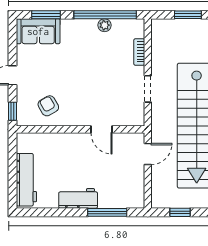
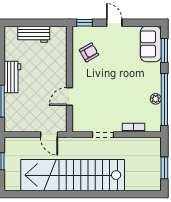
workbench: (26, 180) -> (34, 34), width x0.73

